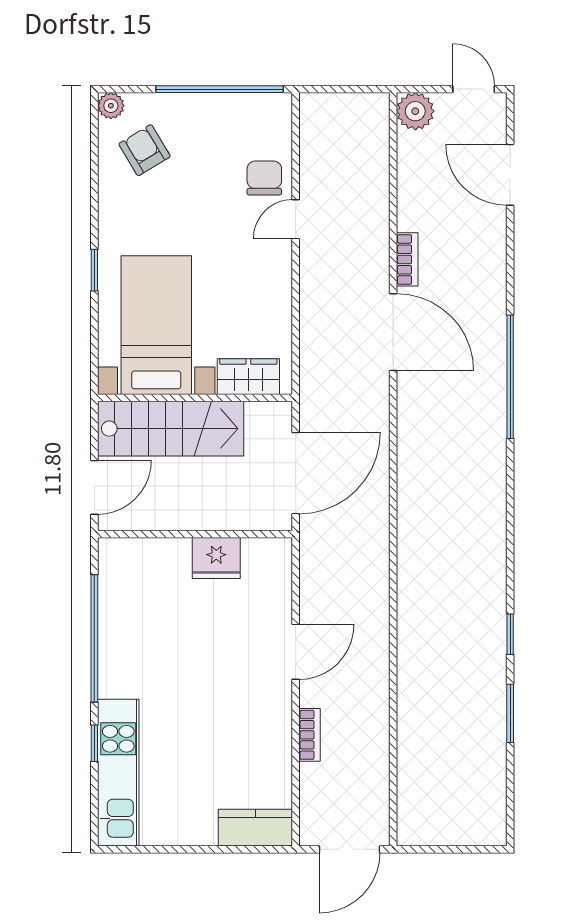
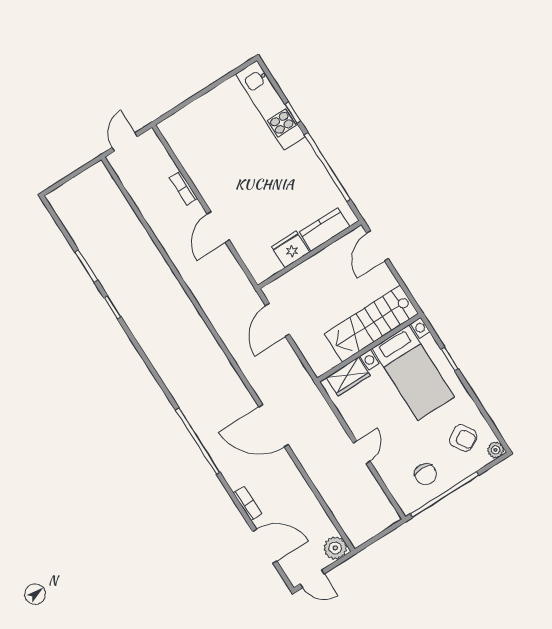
chair: (264, 178) -> (426, 474), moved
bookcase: (407, 259) -> (248, 503), moved, turned 180
bed with nightstands: (156, 325) -> (413, 373), moved
wardrobe: (248, 377) -> (348, 377), moved
wall: (195, 398) -> (369, 348), moved
stairs: (171, 429) -> (371, 324), moved
door: (296, 473) -> (277, 320), width x0.73
kitchen counter: (255, 828) -> (324, 229), moved, turned 180
door: (349, 849) -> (125, 142), width x0.73

